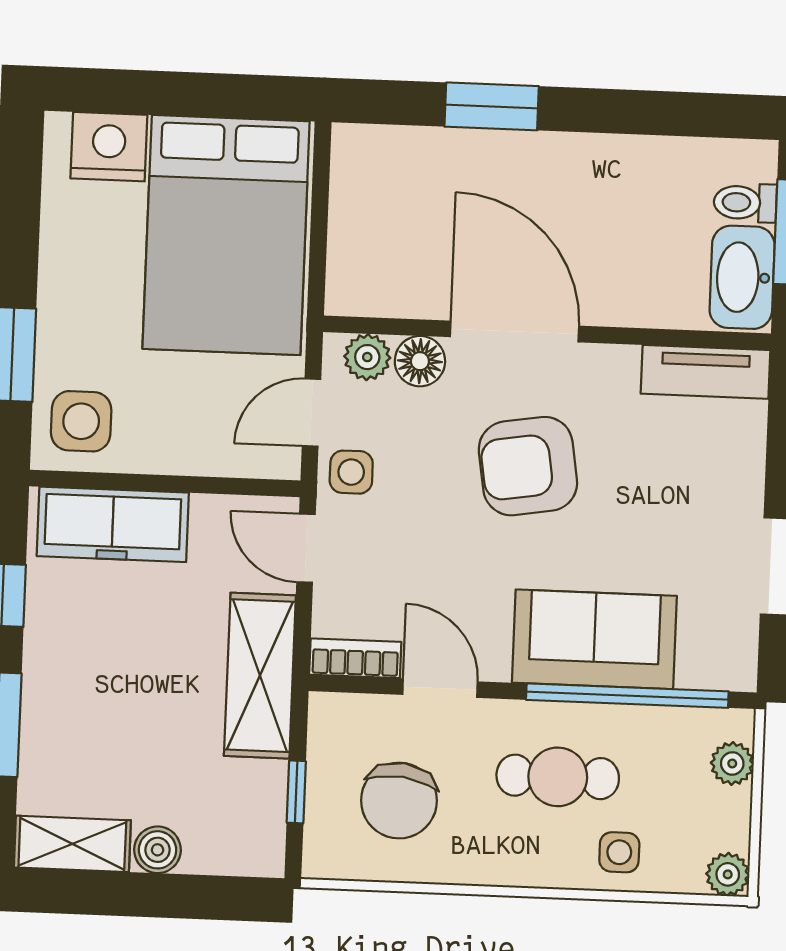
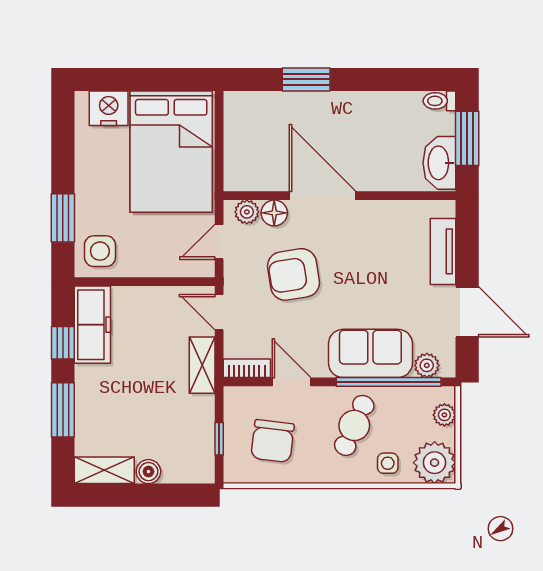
toilet: (745, 203) -> (439, 101), moved
tv unit: (706, 372) -> (443, 251), moved, turned 90
armchair: (528, 466) -> (293, 274), moved
side table: (351, 472) -> (241, 272), removed
freezer: (113, 524) -> (92, 325), moved, turned -90
plant: (702, 667) -> (427, 365), added
shelving: (260, 676) -> (202, 365), width x0.67, depth x0.75
cafe table: (558, 777) -> (354, 425), turned -66
plant: (728, 874) -> (435, 463), width x1.88, depth x1.88

